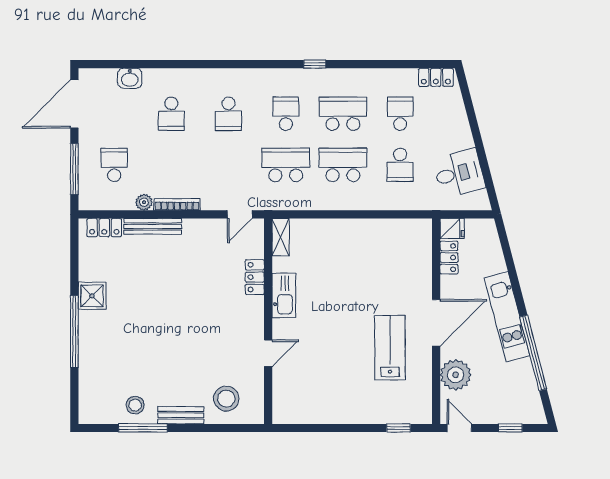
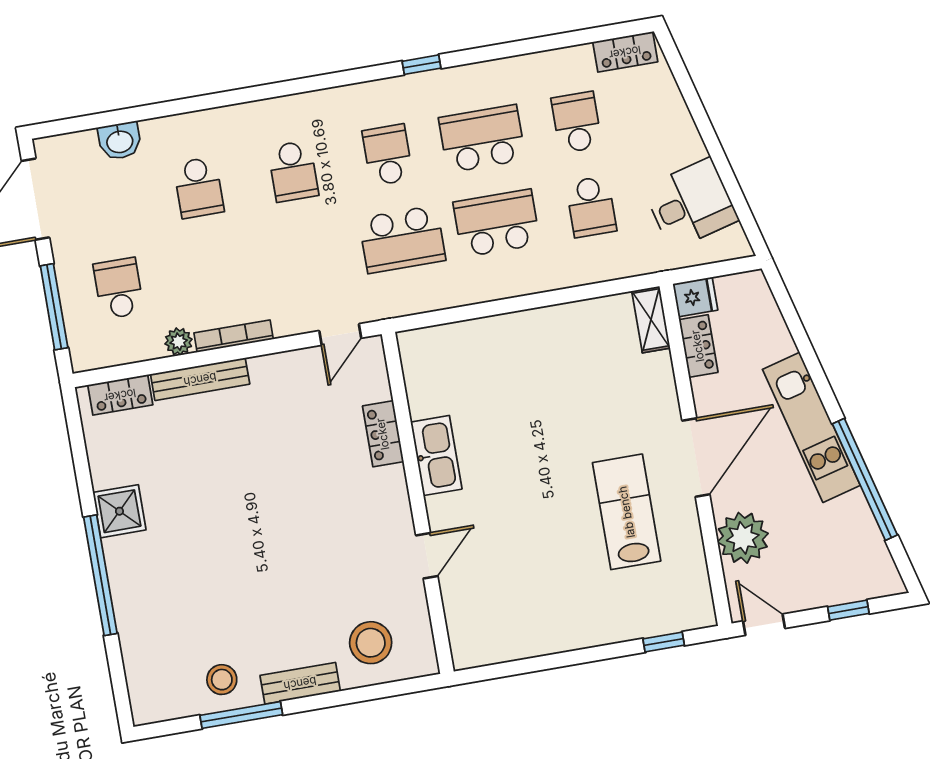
school desk: (286, 165) -> (402, 239), turned 180
shelving: (281, 237) -> (651, 319), moved

